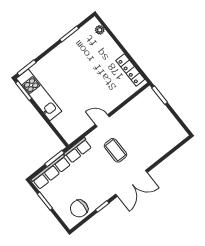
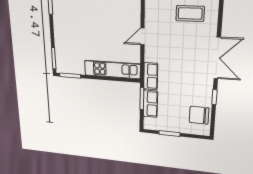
kitchen unit: (39, 95) -> (112, 69), moved
coffee table: (115, 150) -> (190, 14), moved
row of seats: (51, 172) -> (150, 104), width x0.68
chair: (79, 209) -> (199, 115), turned 90

